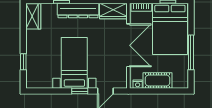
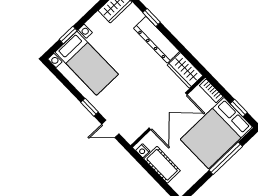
window: (191, 52) -> (226, 158), moved
bed with nightstands: (74, 63) -> (87, 63), moved, turned 90

